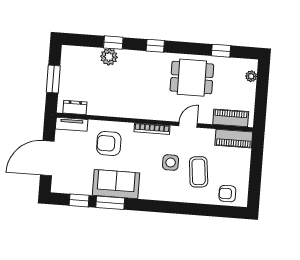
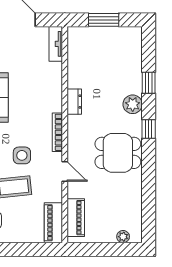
window: (221, 51) -> (149, 202), removed
plant: (109, 57) -> (133, 104), moved
dining table: (192, 78) -> (118, 153), moved, turned 90
dresser: (75, 107) -> (74, 102), moved
armchair: (109, 143) -> (38, 86), removed

